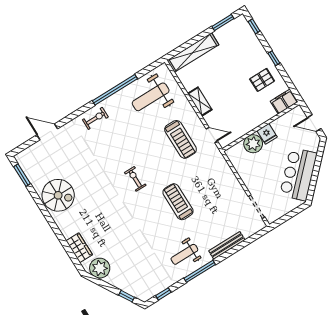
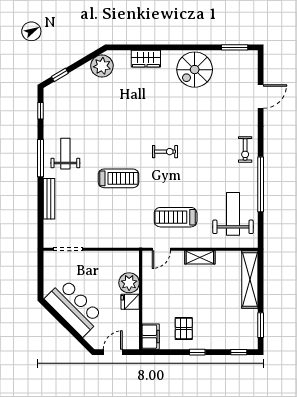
wardrobe: (79, 248) -> (146, 59), moved

